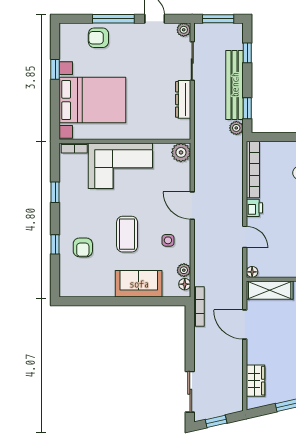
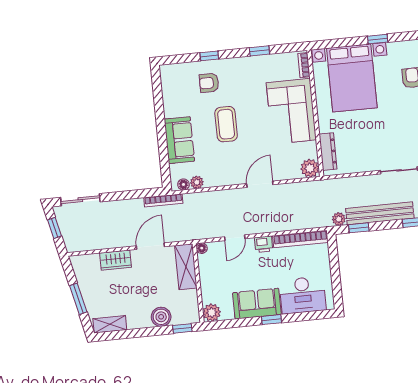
dresser: (183, 99) -> (328, 152), moved, turned 90
coffee table: (127, 234) -> (226, 124), turned 90
side table: (168, 240) -> (224, 164), removed
wardrobe: (256, 381) -> (116, 260), moved

